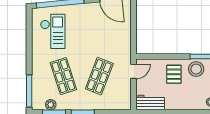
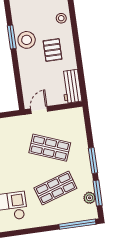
door: (134, 71) -> (39, 110), hinge flipped
pallet: (174, 74) -> (53, 50), moved, turned 90

